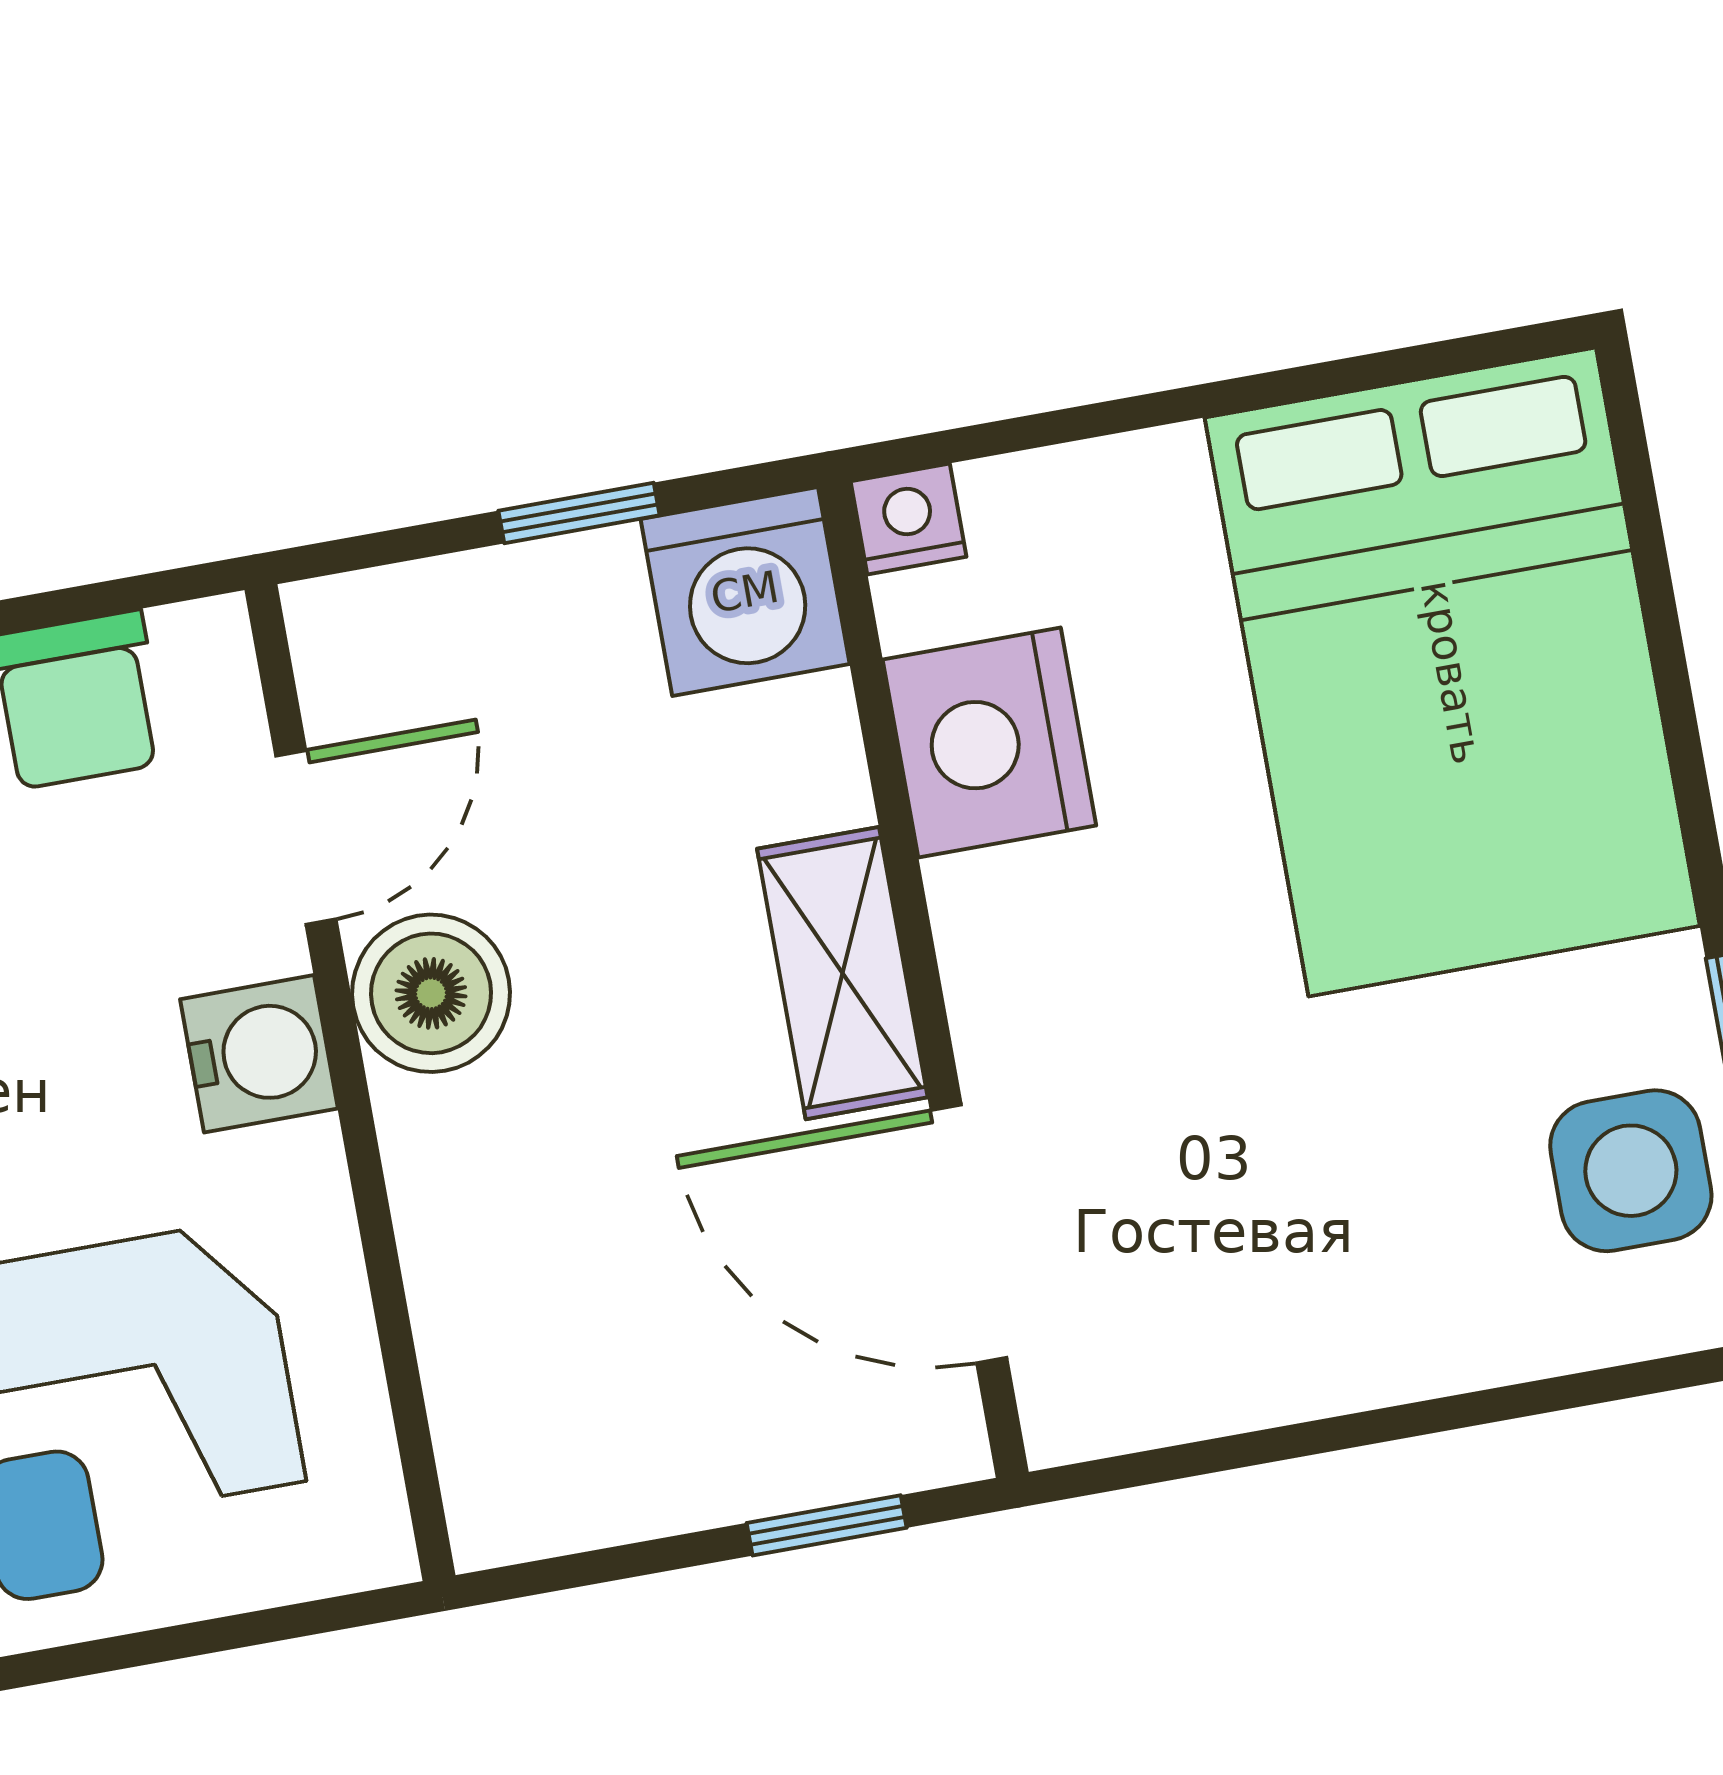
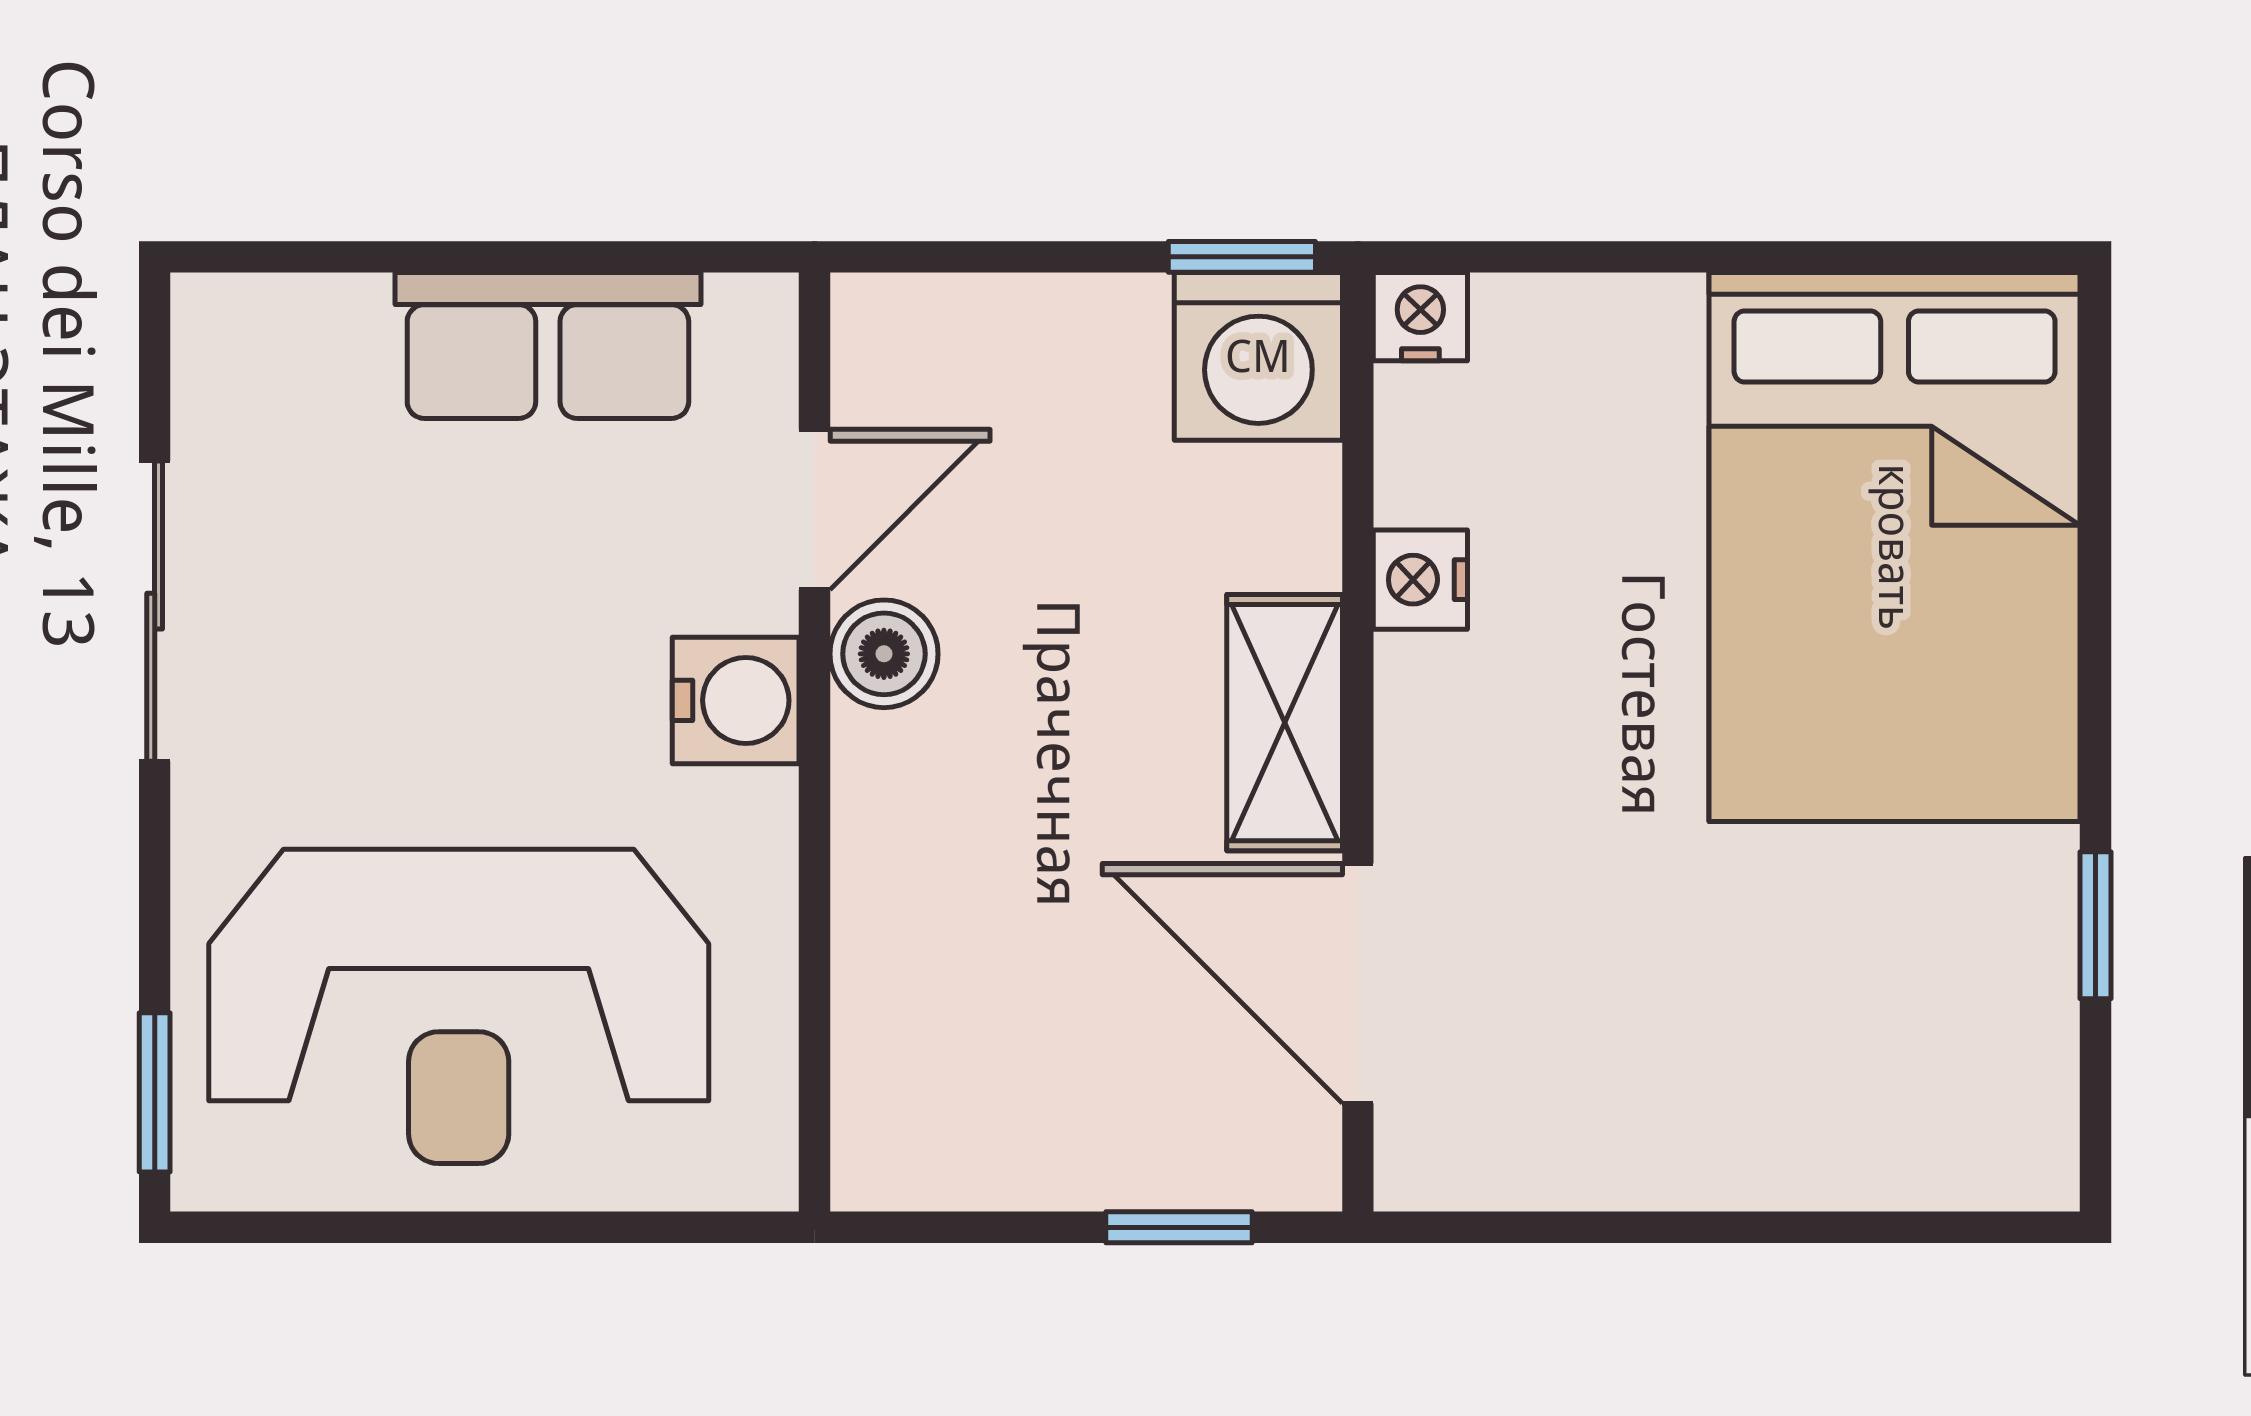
window: (579, 513) -> (1242, 257), moved
nightstand: (989, 743) -> (1420, 580), width x0.53, depth x0.56
boiler: (431, 993) -> (884, 654), width x0.73, depth x0.73
side table: (1631, 1171) -> (1976, 1035), removed

